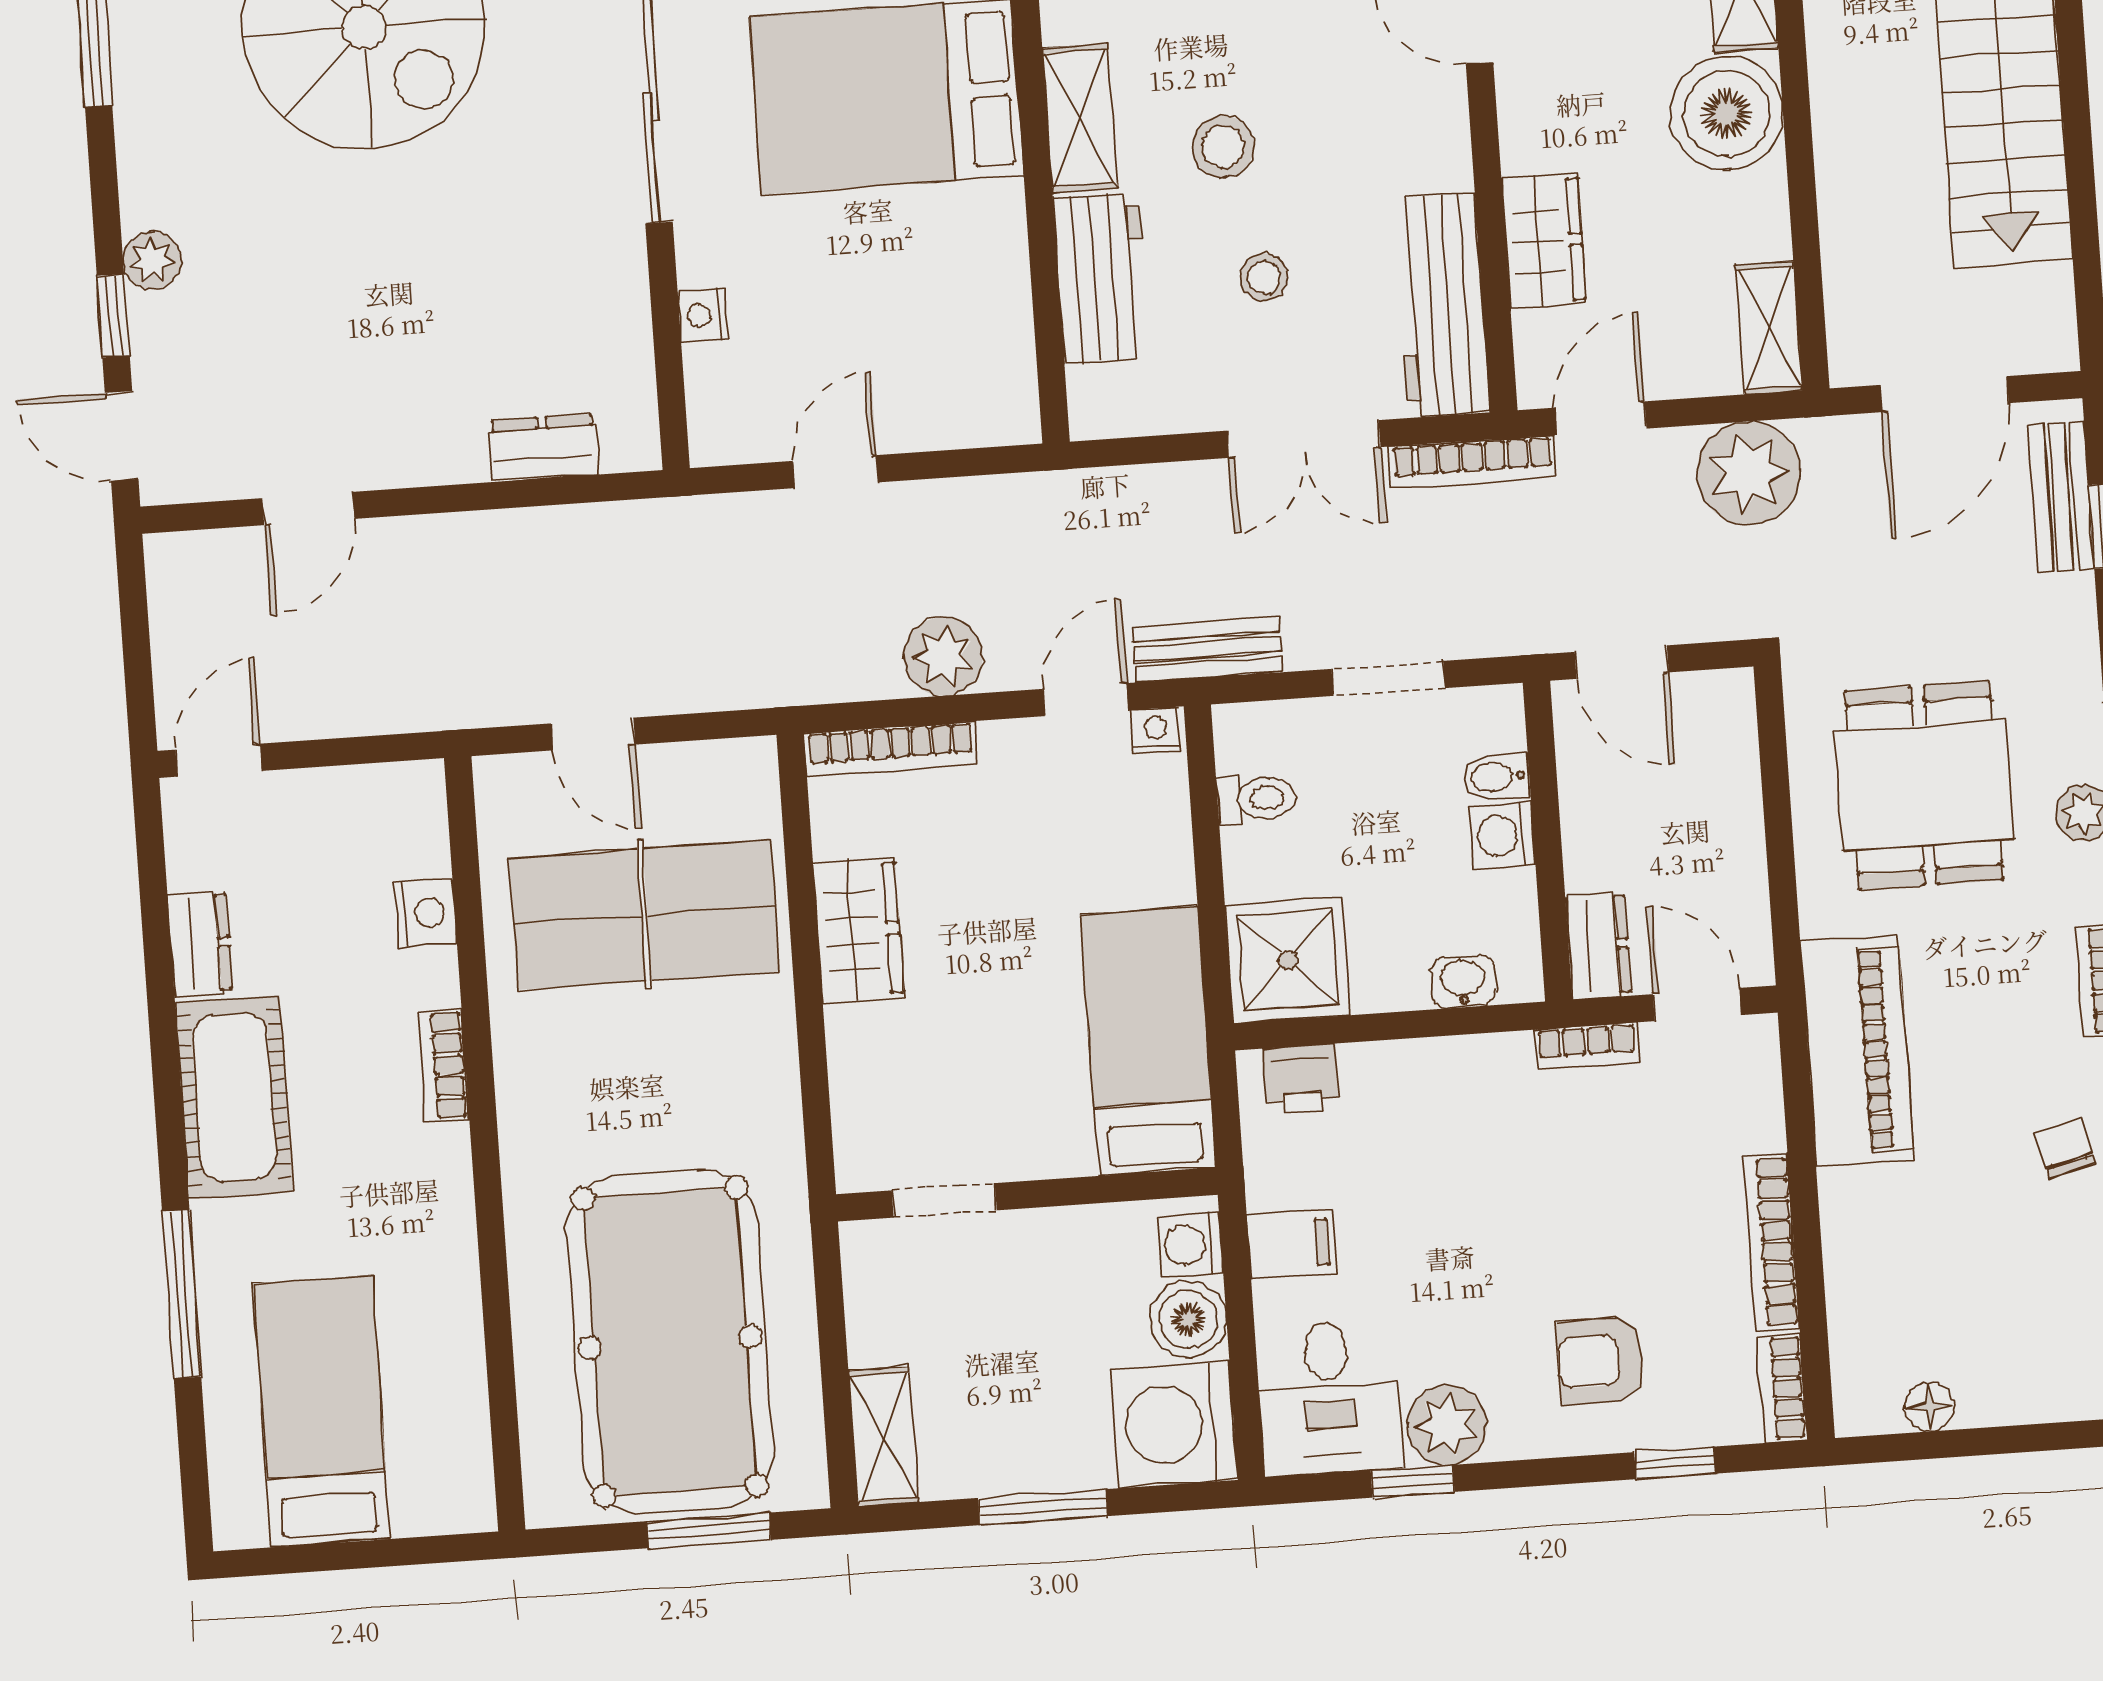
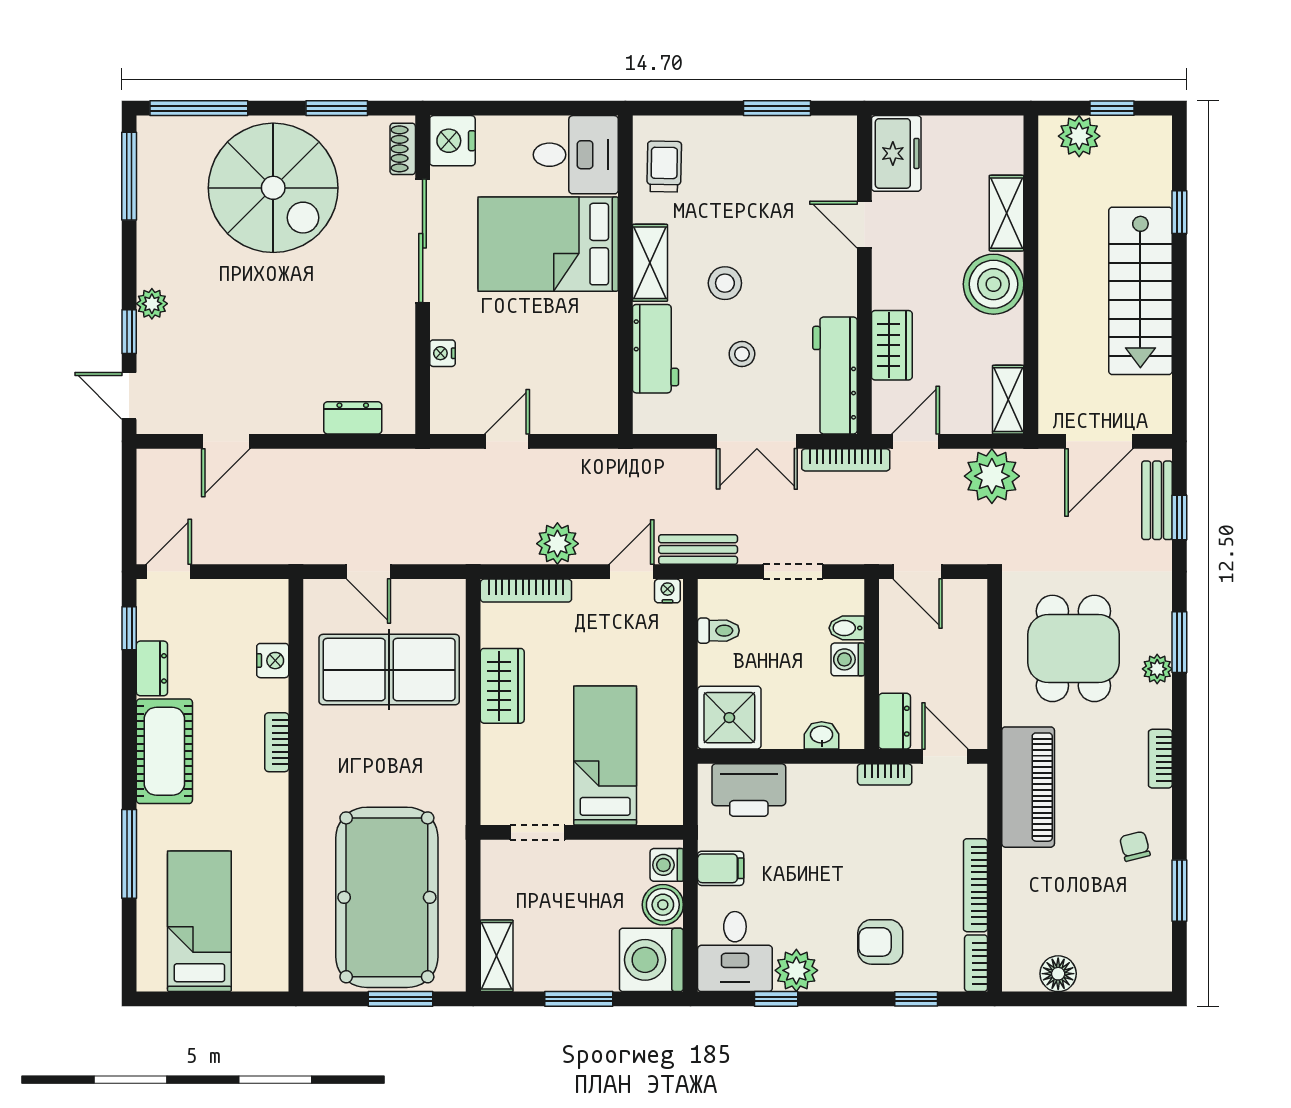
window: (152, 871) -> (129, 628), added
bed: (1148, 1041) -> (605, 756), moved
printer: (1301, 1079) -> (749, 790), width x1.87, depth x1.48
floor lamp: (1929, 1407) -> (1058, 974), width x1.37, depth x1.37

